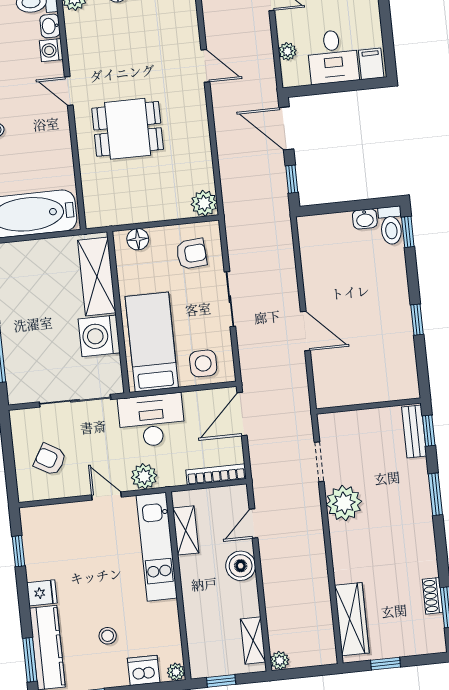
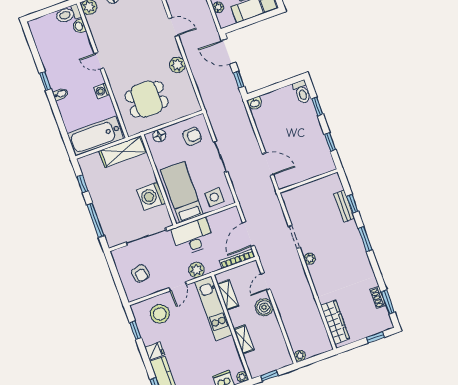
washing machine: (51, 50) -> (102, 91), moved
dining table: (128, 129) -> (147, 99), moved
plant: (204, 203) -> (177, 65), moved
washbasin: (365, 219) -> (255, 103), moved
window: (408, 232) -> (317, 106), moved
shelving: (97, 277) -> (123, 152), moved, turned 90
wall: (368, 406) -> (308, 181), moved
door: (242, 414) -> (248, 234), moved
armchair: (50, 459) -> (140, 274), turned -131
door: (107, 496) -> (178, 286), swing flipped
plant: (344, 503) -> (310, 259), width x0.53, depth x0.53
stool: (108, 636) -> (160, 314), moved, width x1.89, depth x1.89
shelving: (253, 641) -> (244, 339), moved
window: (386, 664) -> (375, 337), moved

